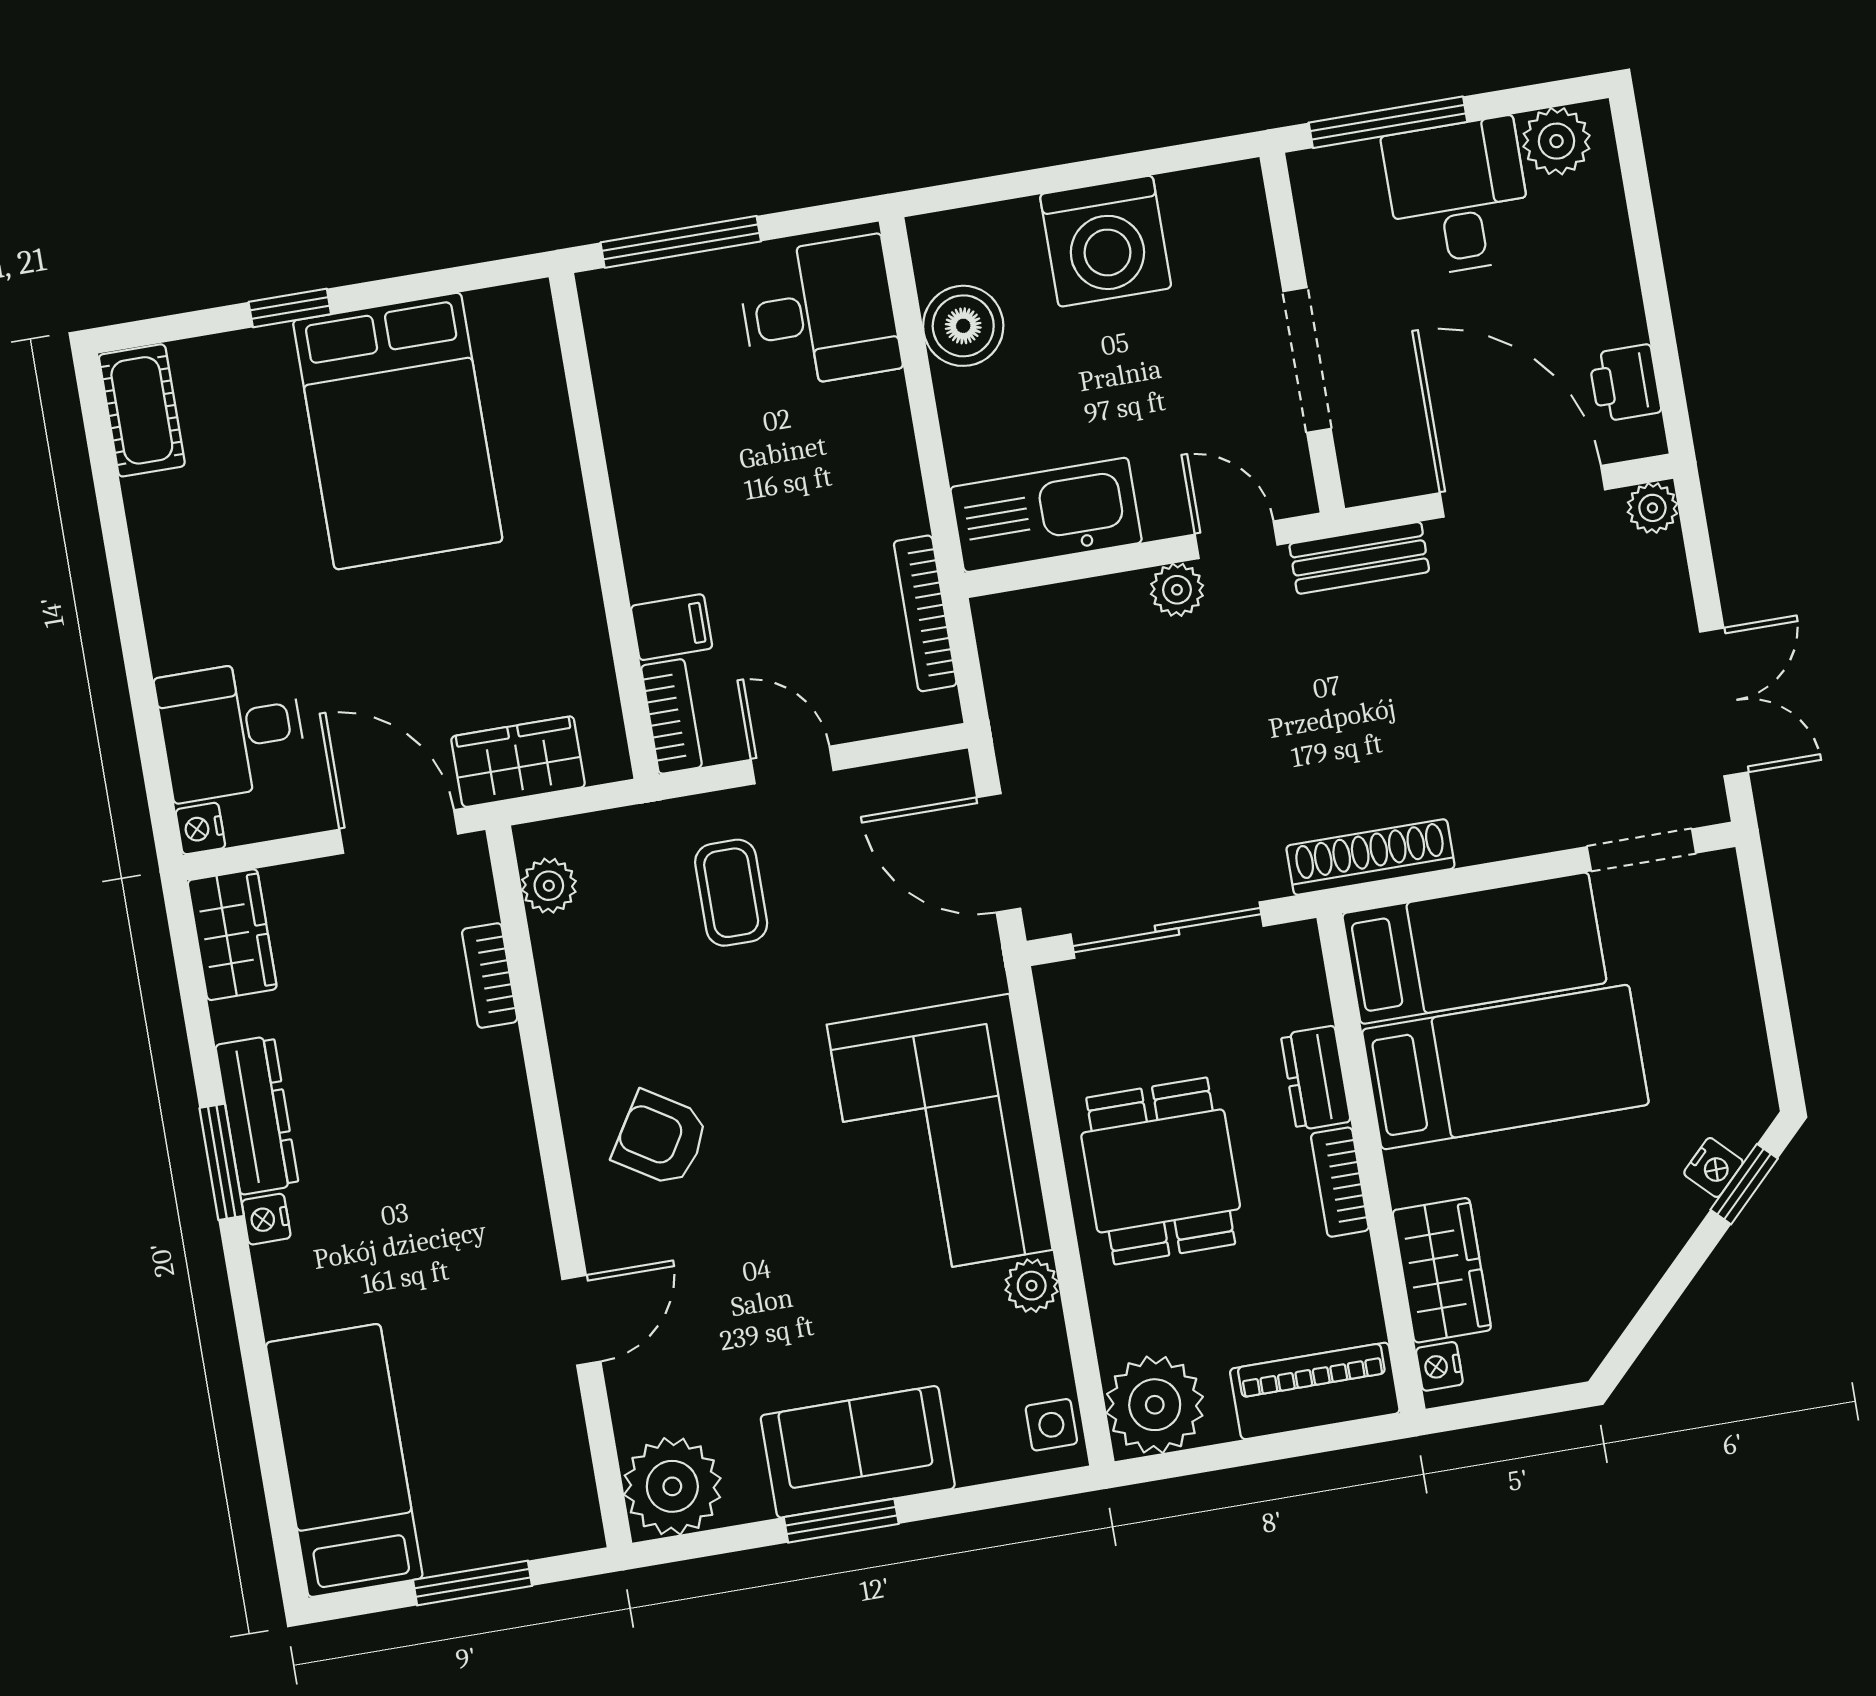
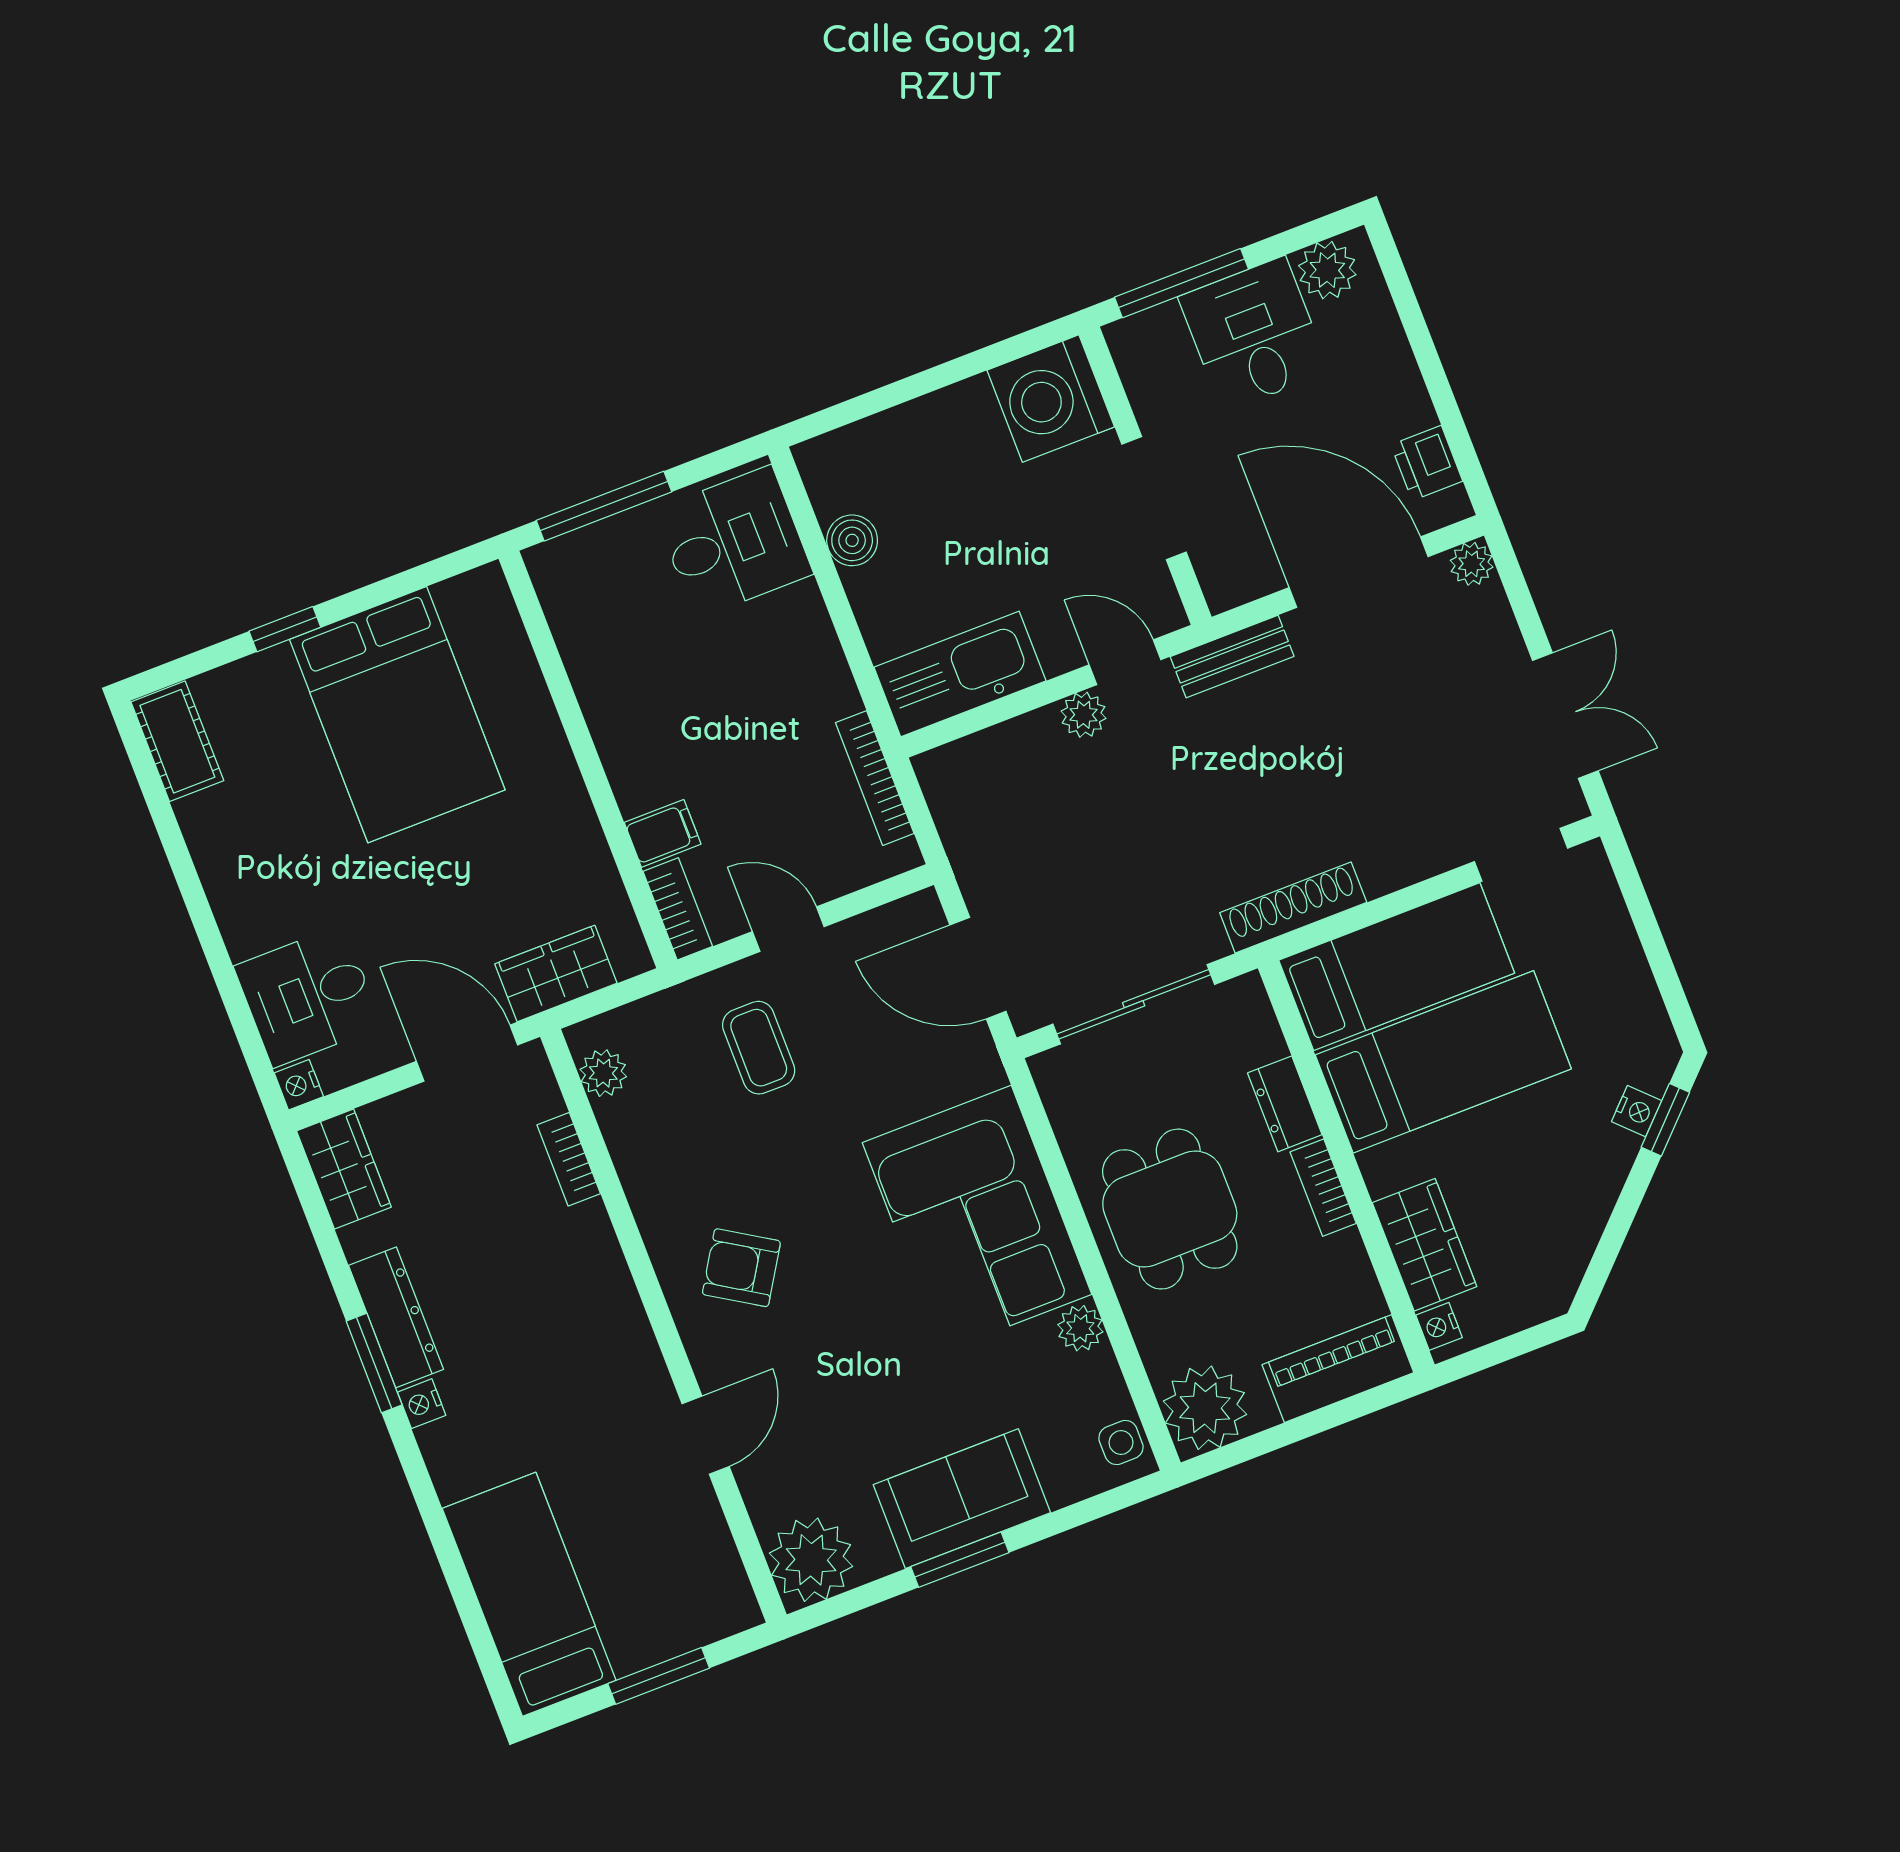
washing machine: (1106, 241) -> (1051, 399), moved, turned 90
boiler: (963, 326) -> (852, 540), width x0.73, depth x0.73

